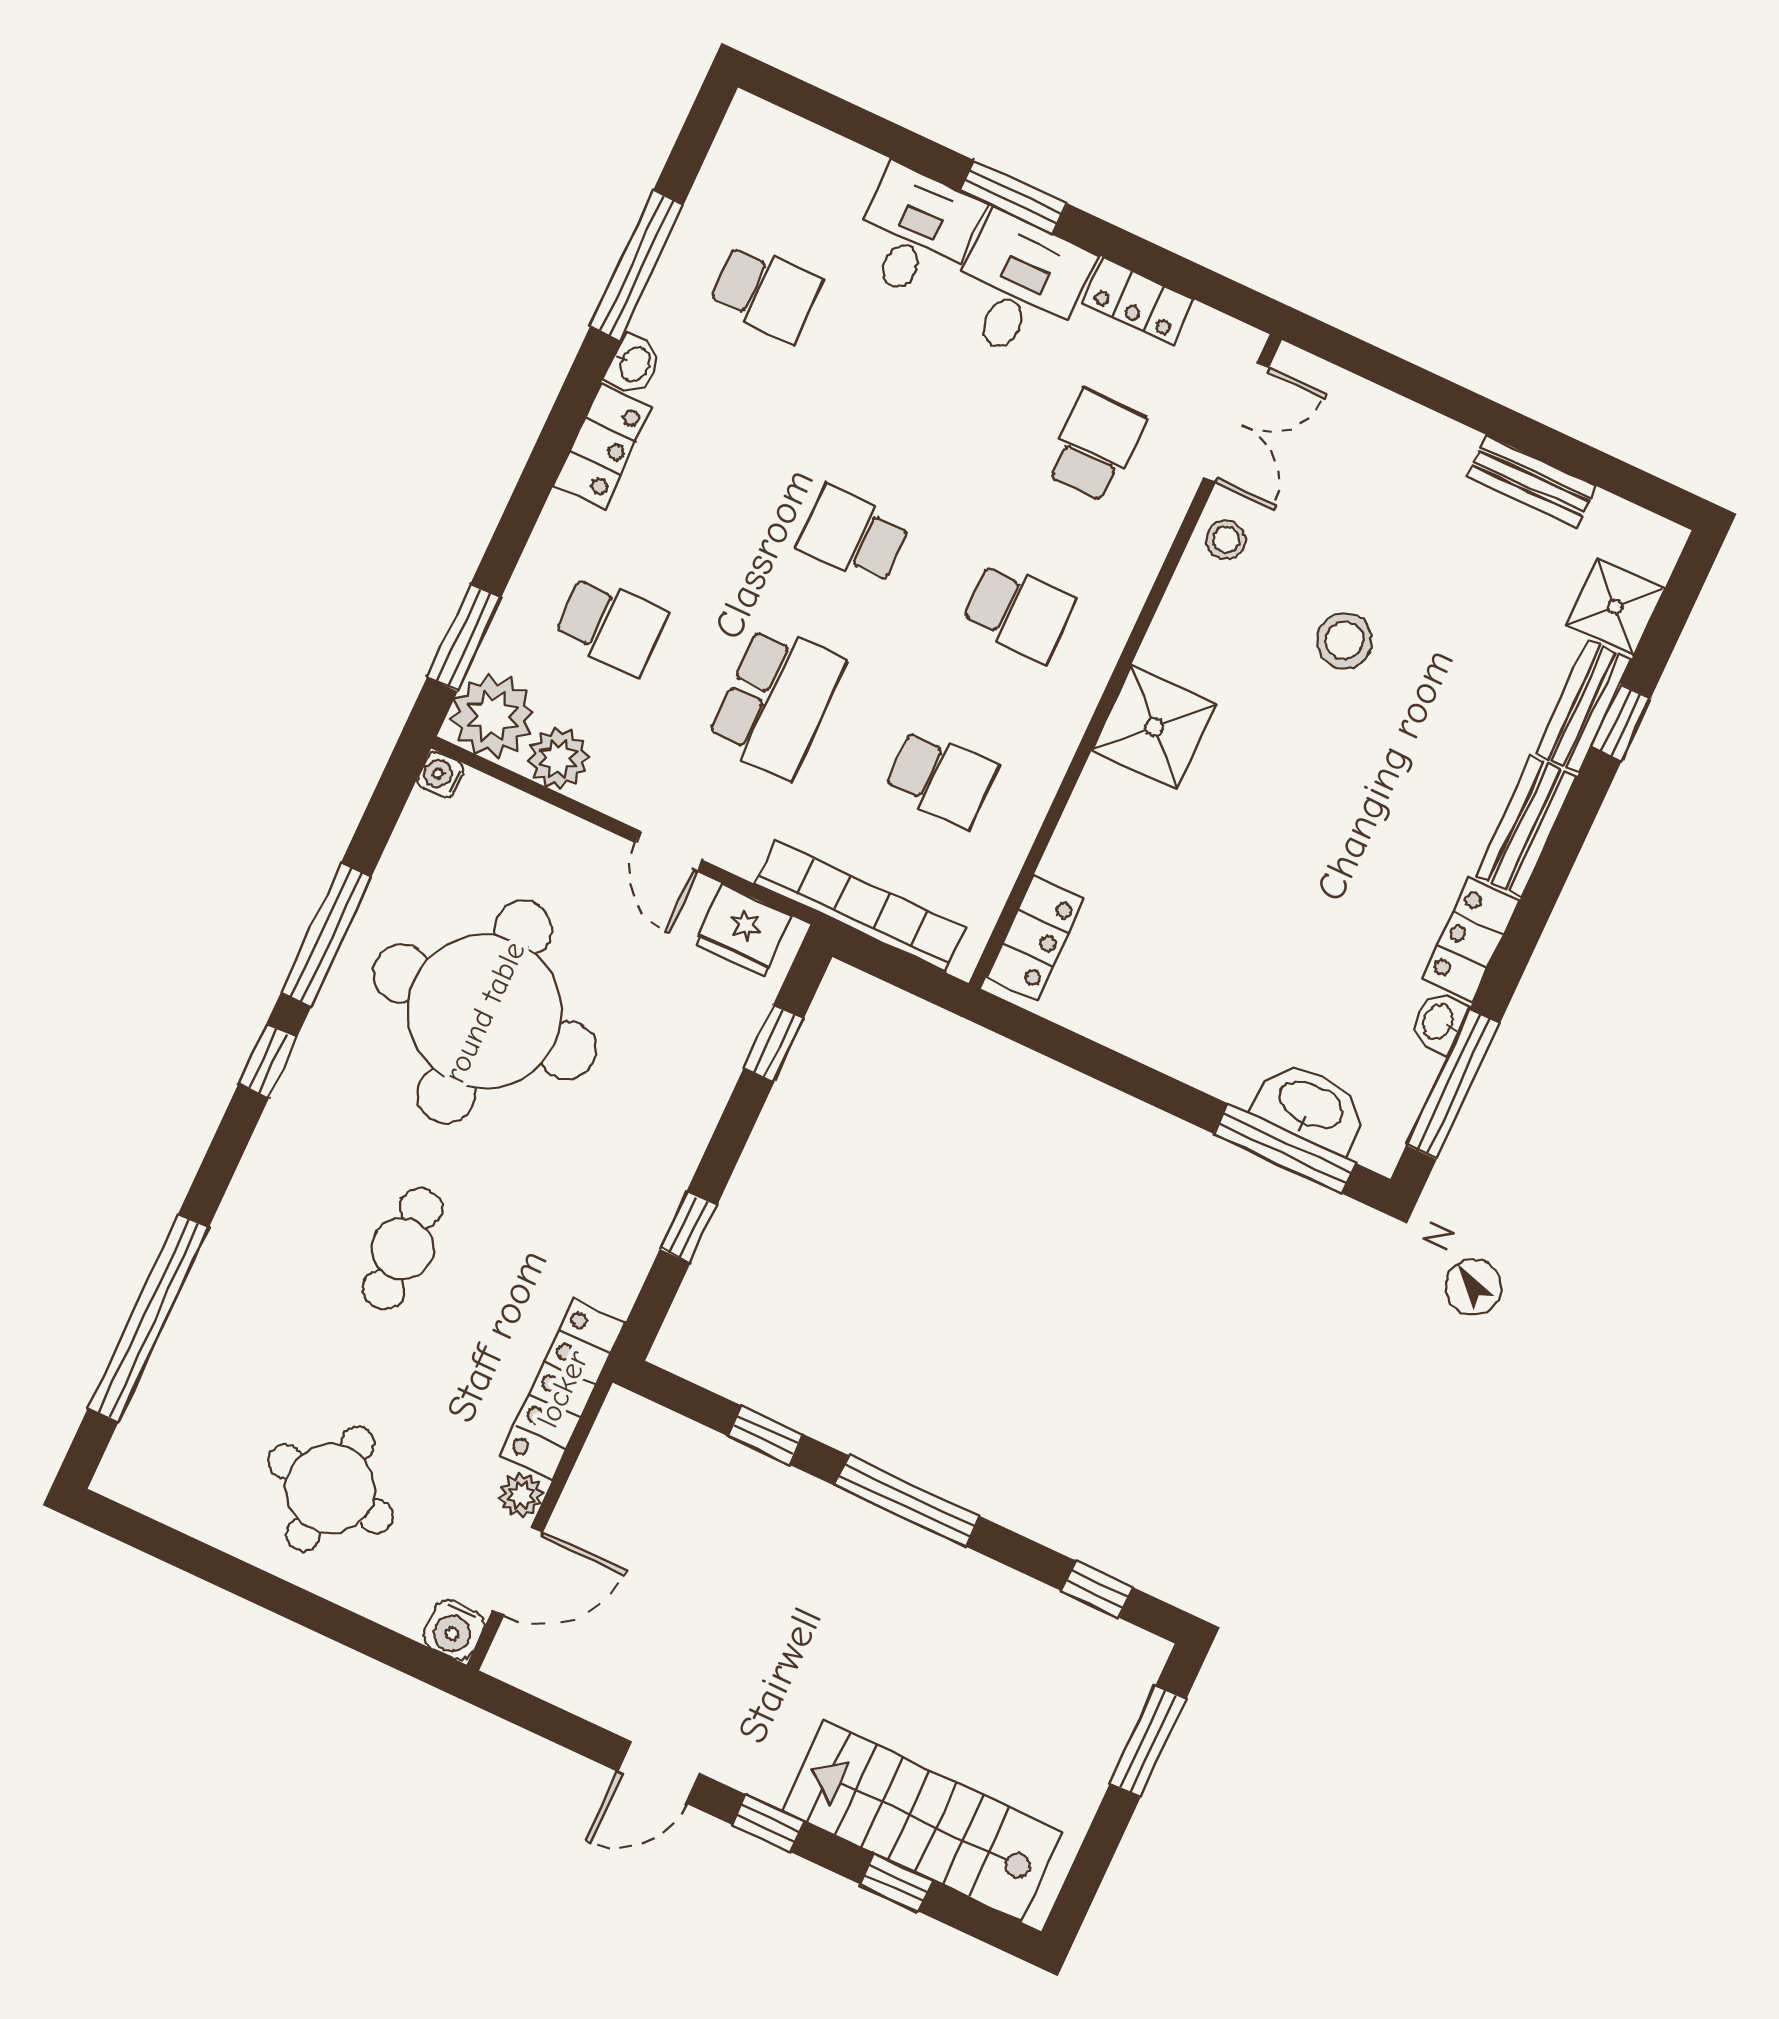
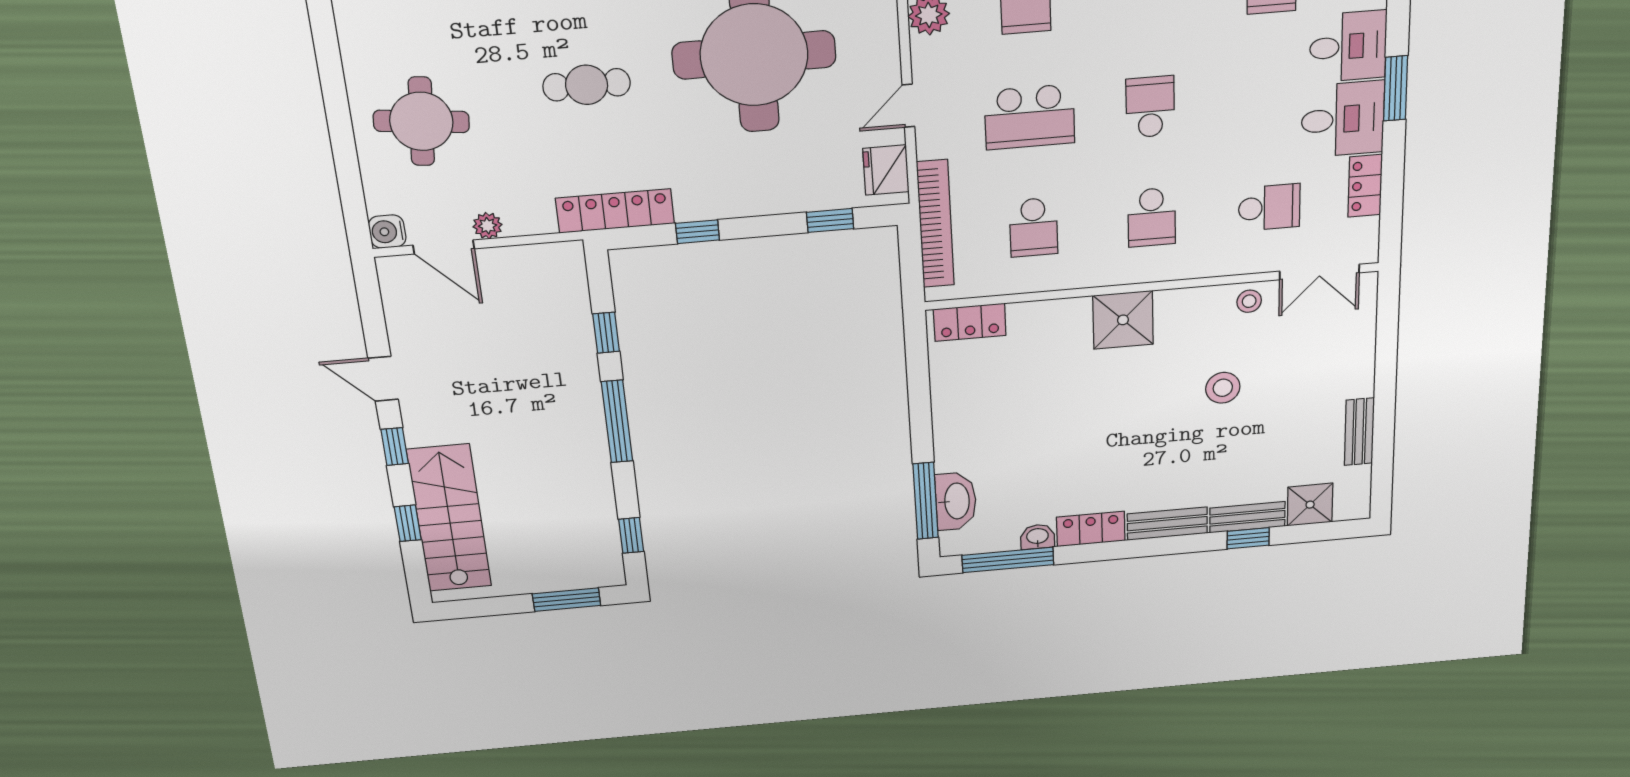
locker: (563, 1389) -> (615, 211), moved

